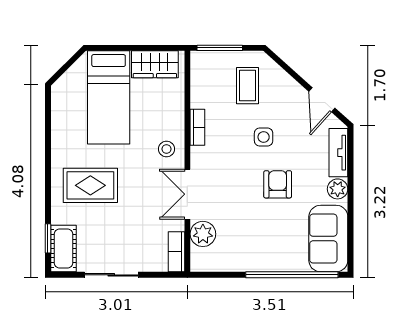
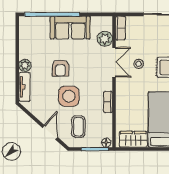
floor lamp: (201, 59) -> (106, 143), added
door: (322, 100) -> (50, 132), moved
side table: (264, 137) -> (69, 96), width x1.87, depth x1.87
stool: (166, 149) -> (139, 64), moved
sofa: (328, 239) -> (70, 28), moved, turned 90

